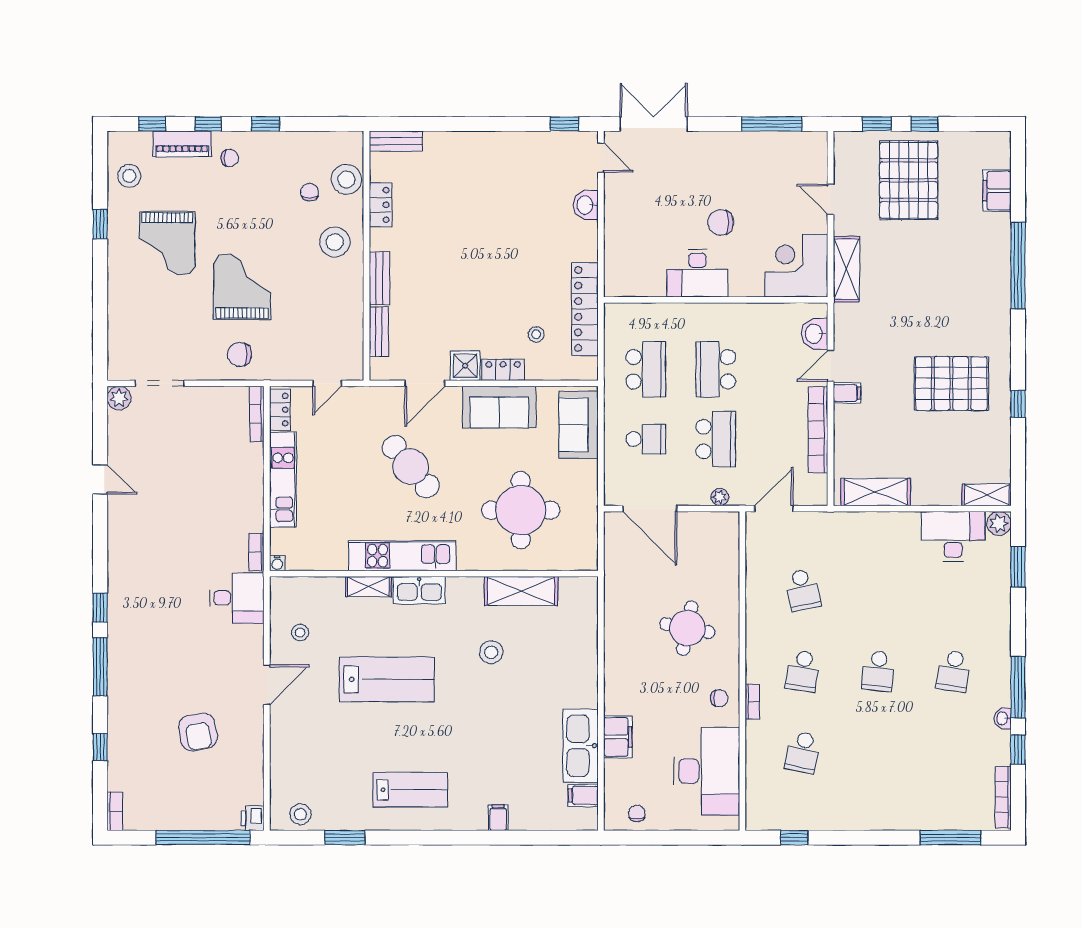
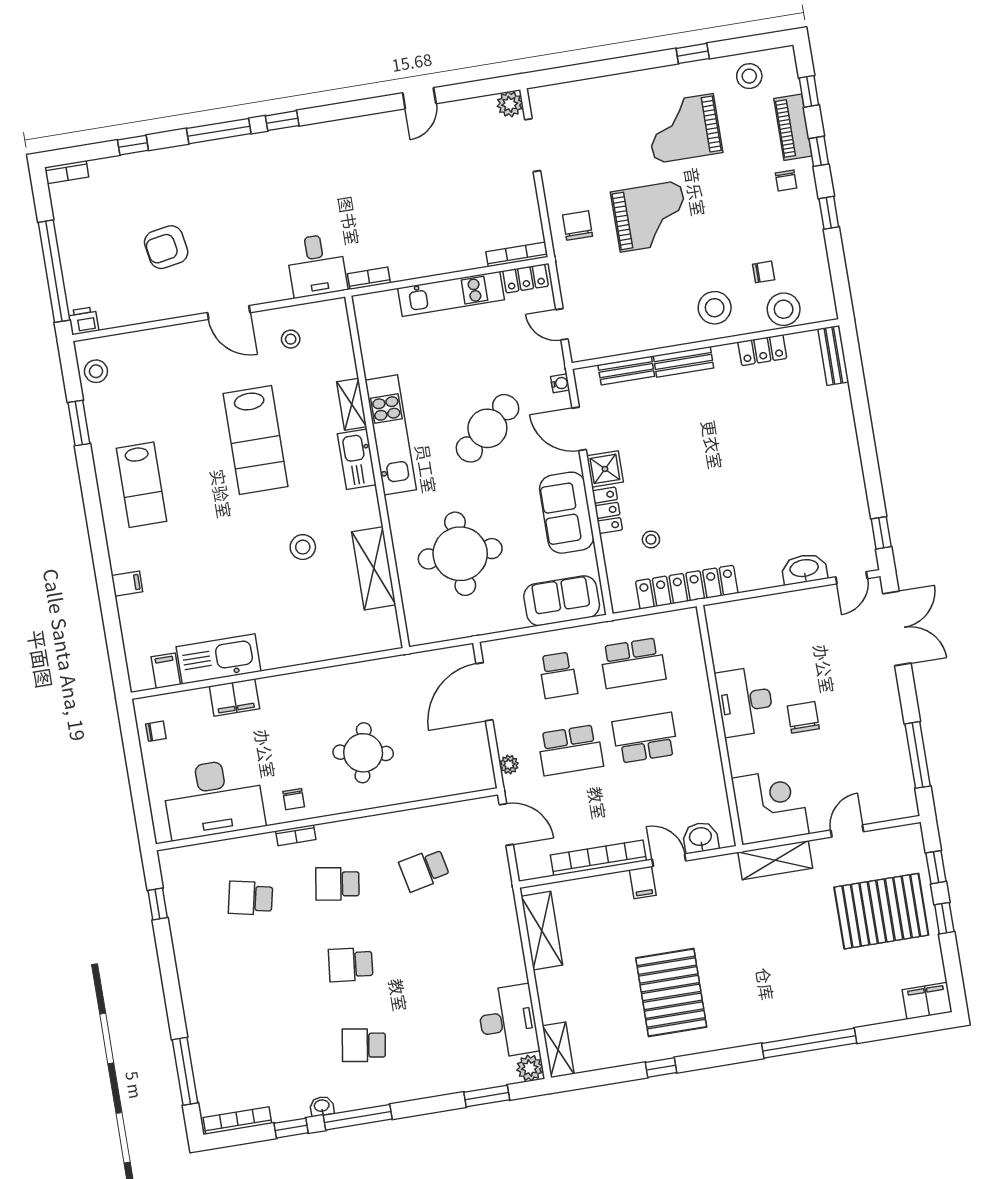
filing cabinet: (997, 191) -> (927, 1001), moved
washbasin: (586, 205) -> (804, 569), width x1.38
water cooler: (277, 563) -> (560, 383), moved, turned 180

